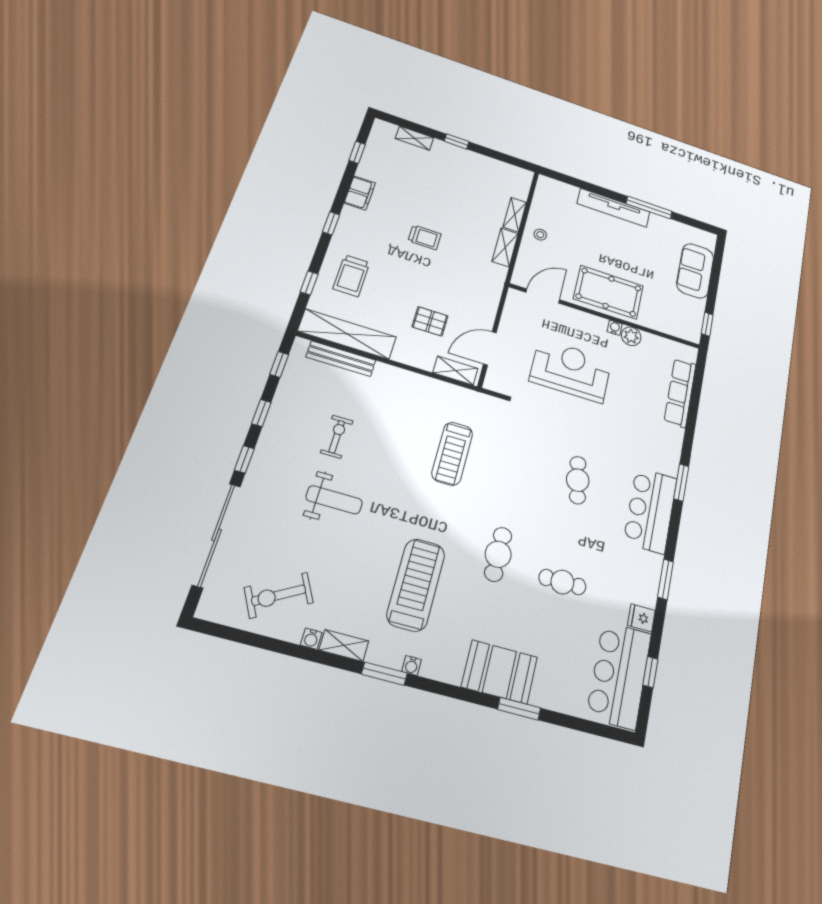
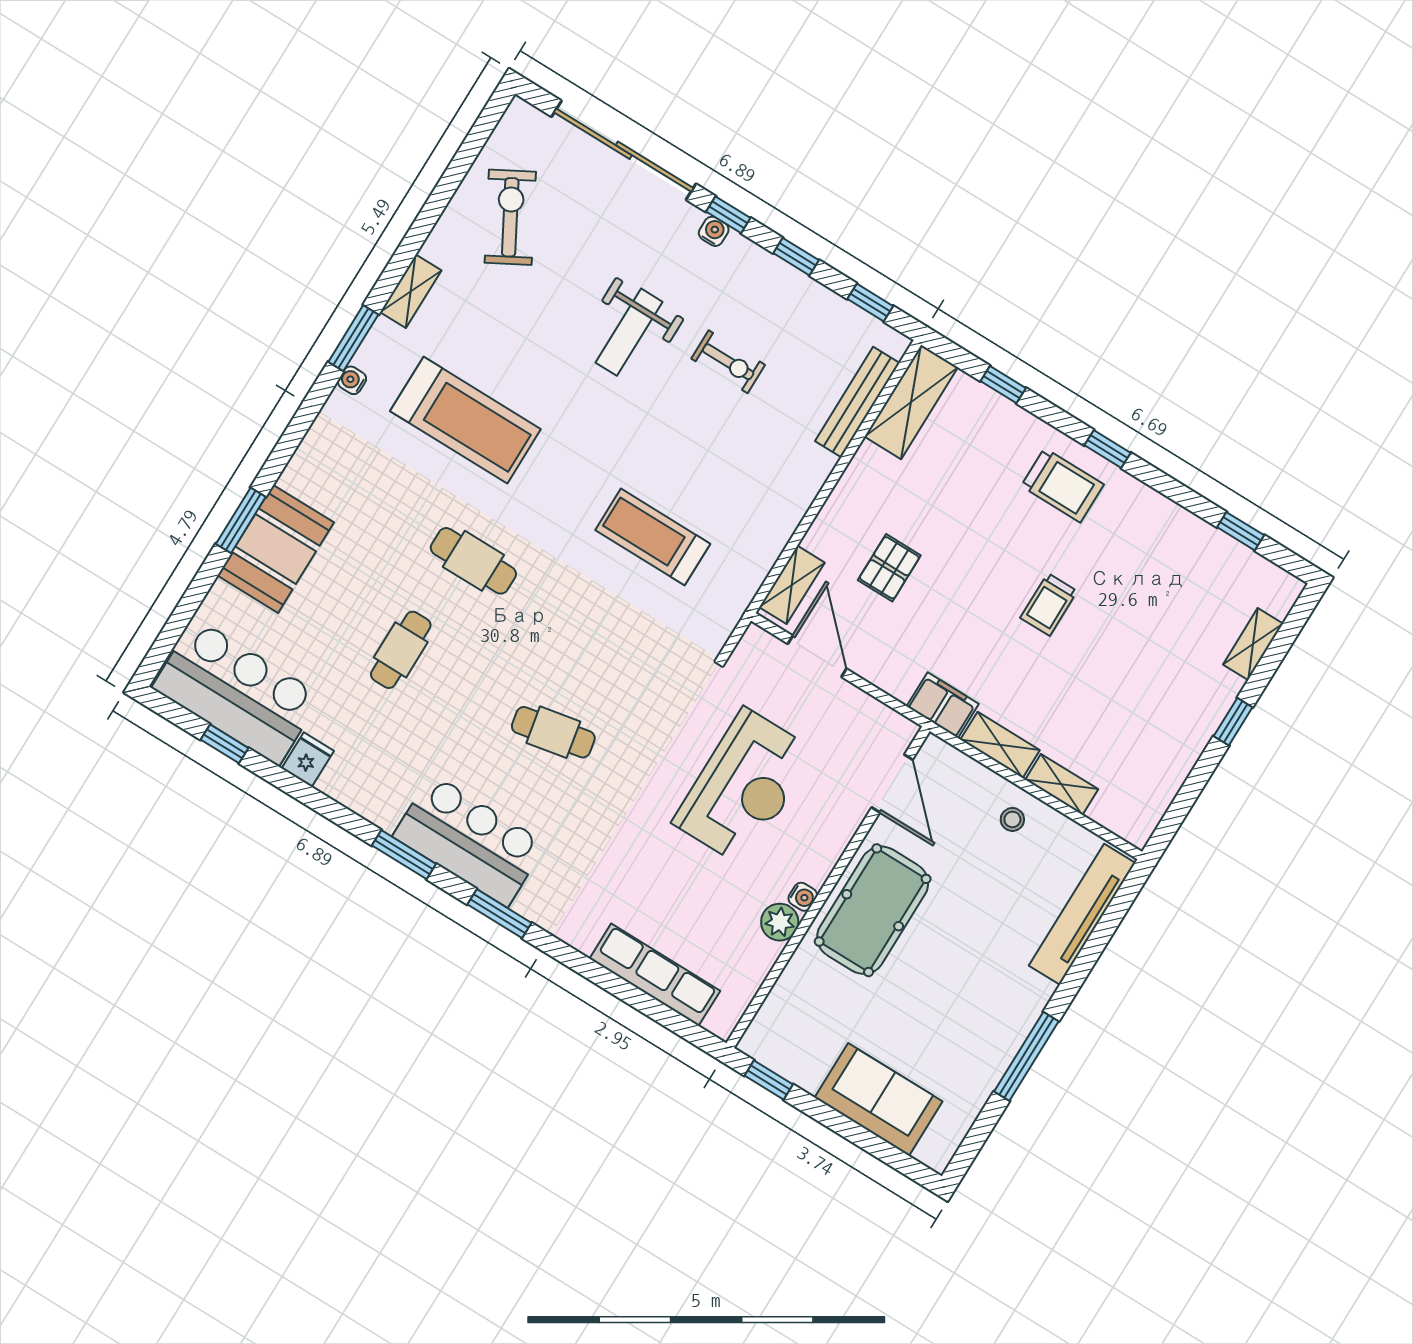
filing cabinet: (360, 193) -> (943, 705), moved, turned 180
tv unit: (614, 208) -> (1082, 914), moved
trolley: (351, 276) -> (1062, 485), moved, turned 180
shelving: (347, 334) -> (911, 402), width x0.68
window: (666, 579) -> (404, 855), moved
water cooler: (311, 639) -> (714, 231), moved, turned 90
booth: (500, 672) -> (276, 549), moved

